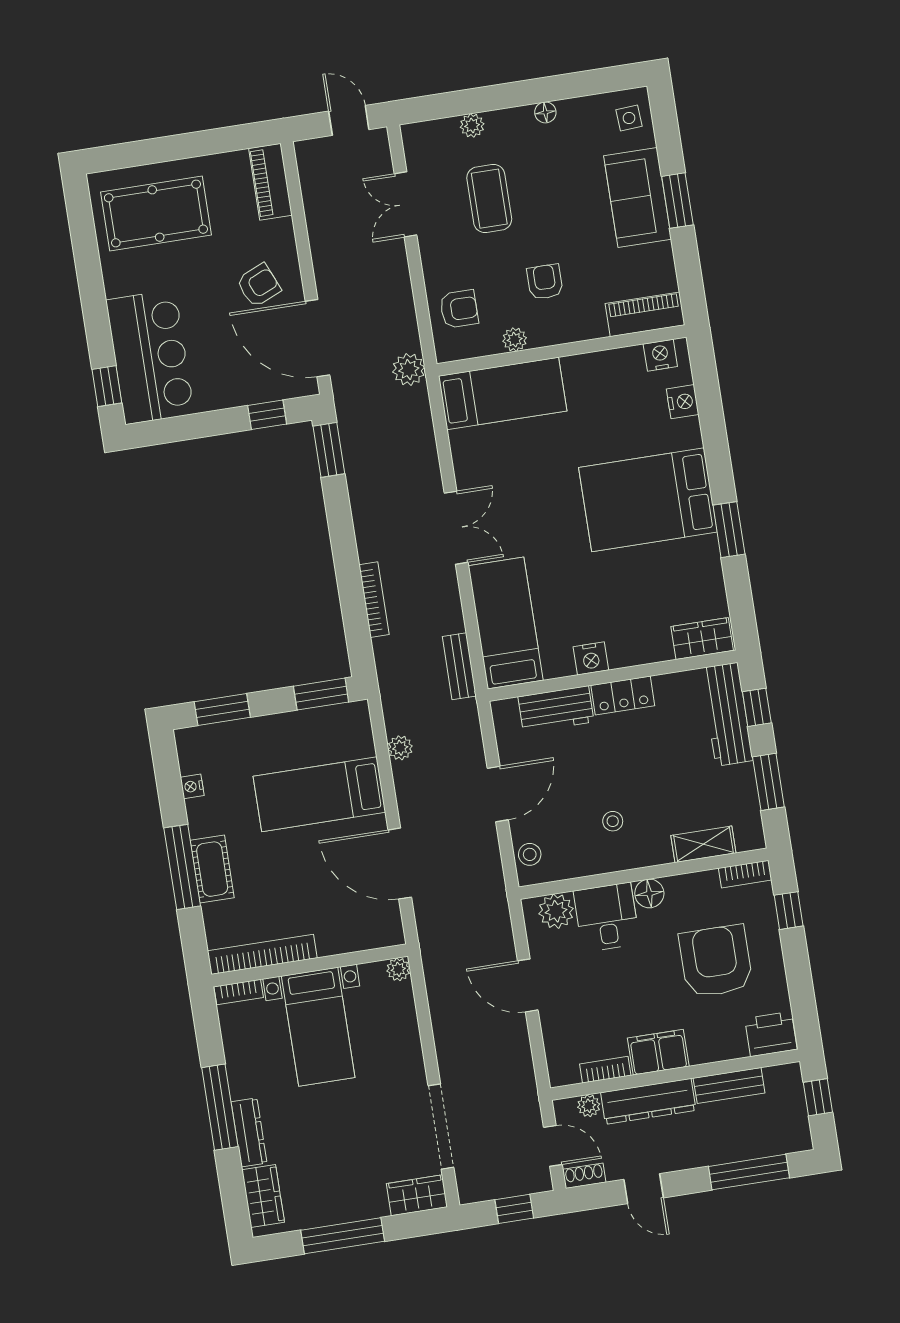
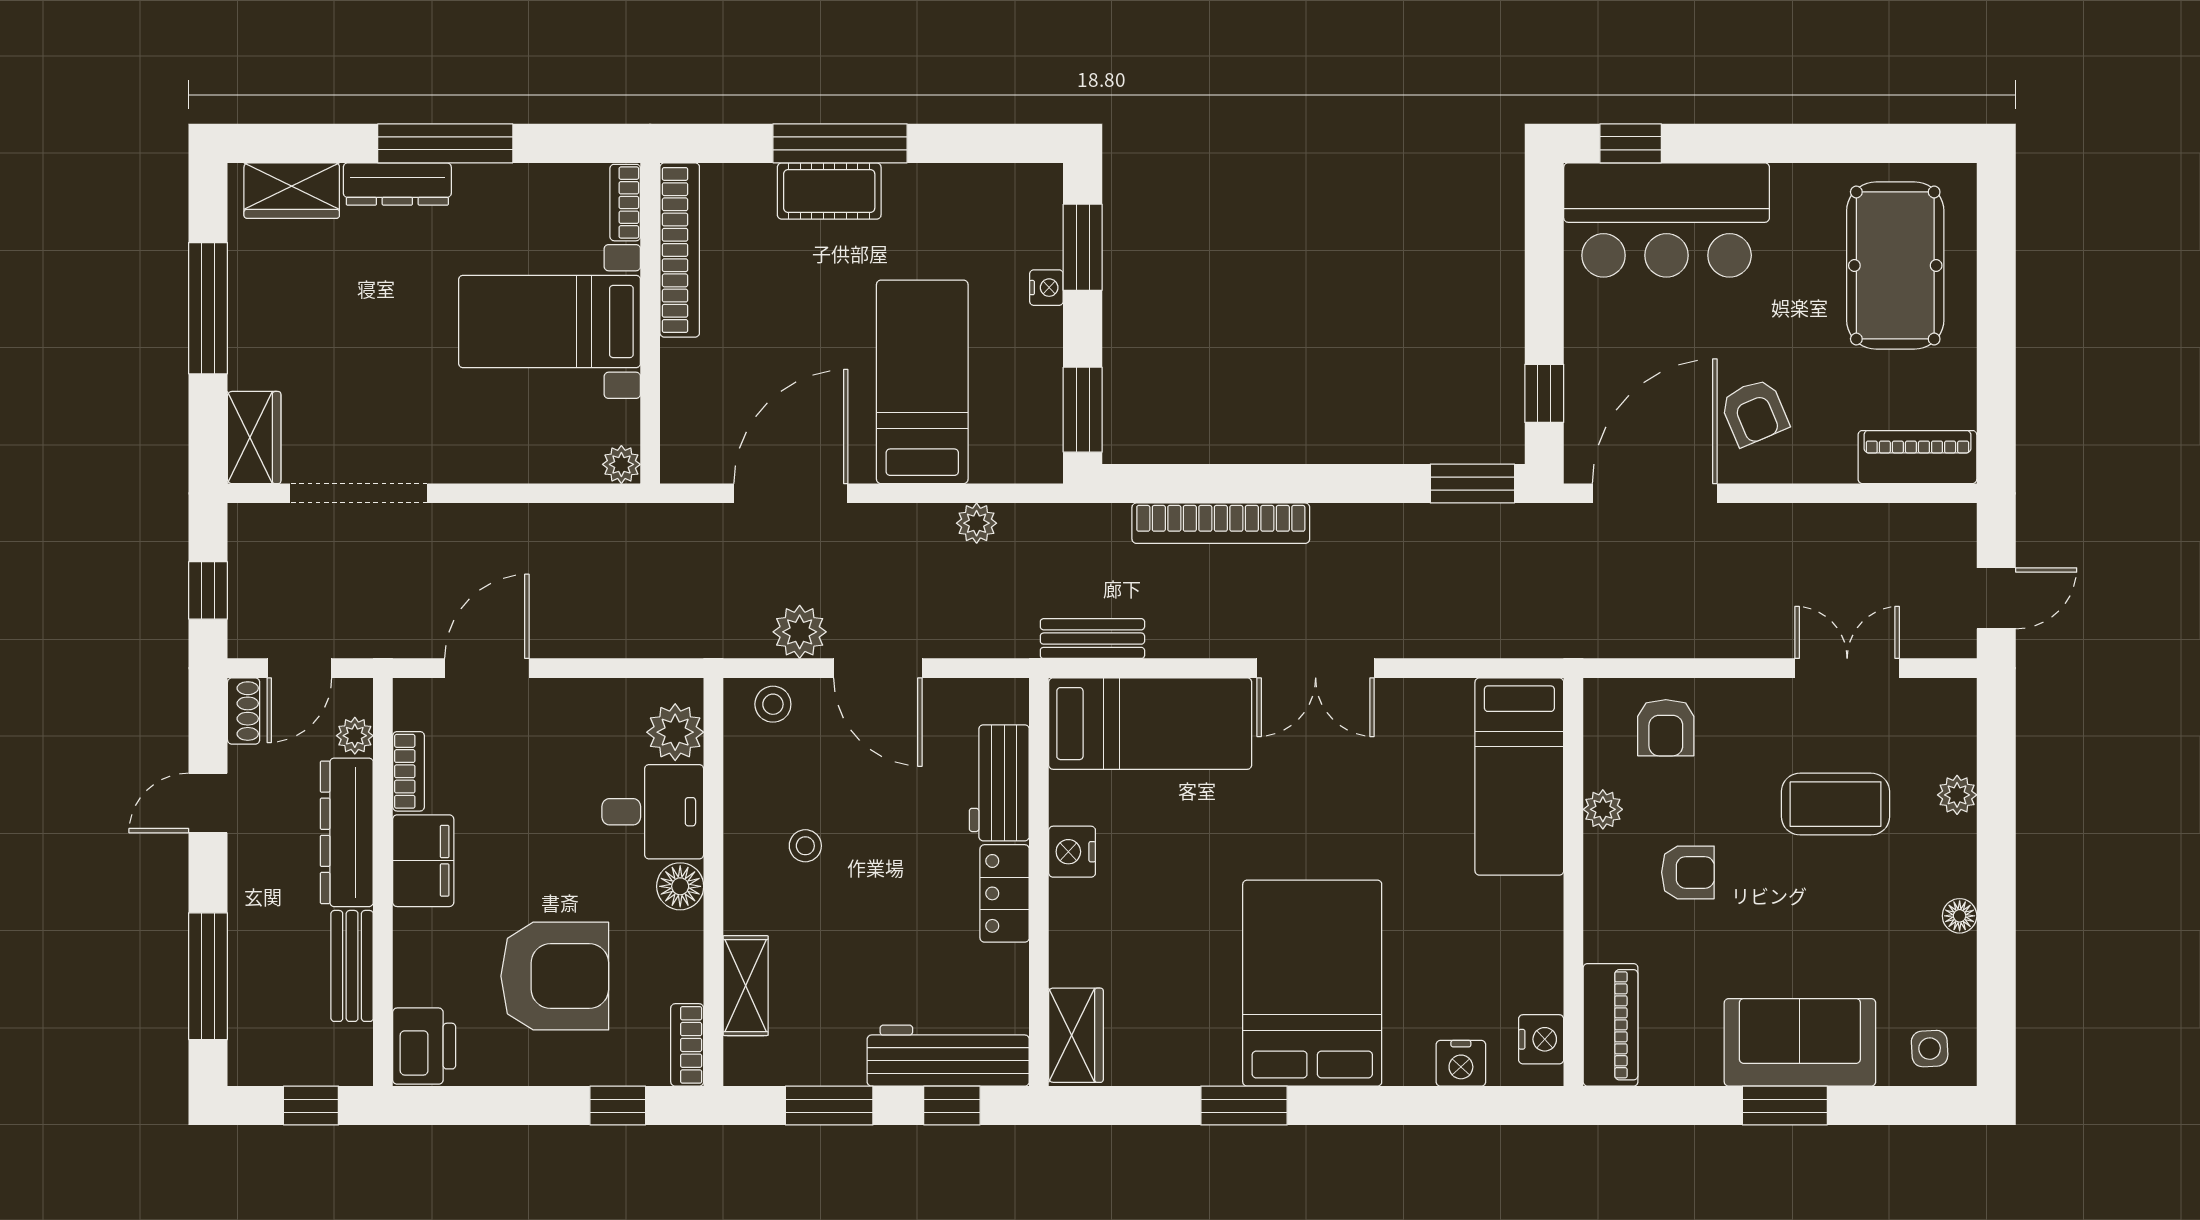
plant: (409, 370) -> (800, 632), moved
bookcase: (374, 600) -> (1221, 523), width x1.48, depth x1.31
nightstand: (192, 786) -> (1046, 288), moved, turned 90
door: (528, 985) -> (487, 668), moved

